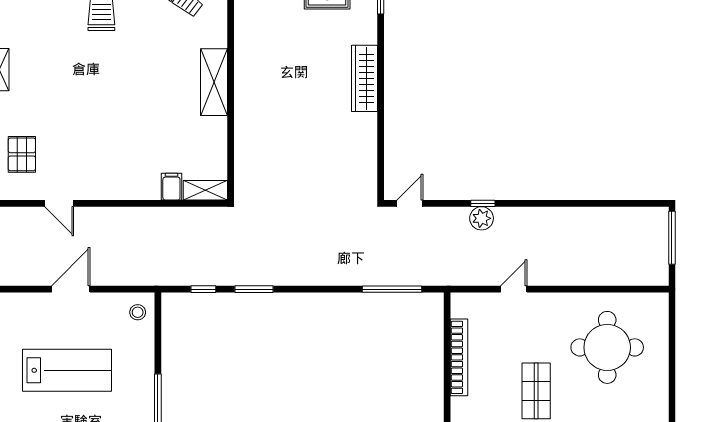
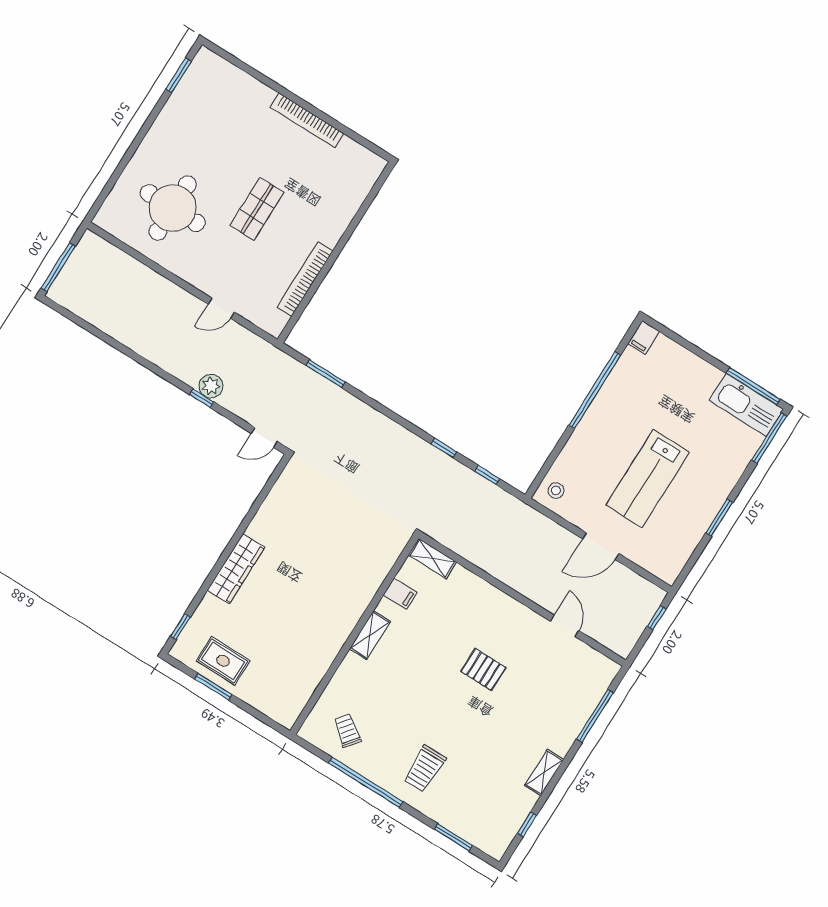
shelving: (214, 82) -> (370, 635), width x0.67, depth x0.75
pallet: (22, 154) -> (483, 669), moved, turned 90
filing cabinet: (171, 187) -> (400, 594), moved, turned -90
window: (254, 289) -> (444, 448), width x0.67
window: (392, 289) -> (326, 374), width x0.69
lab bench: (67, 370) -> (648, 479), turned -90

